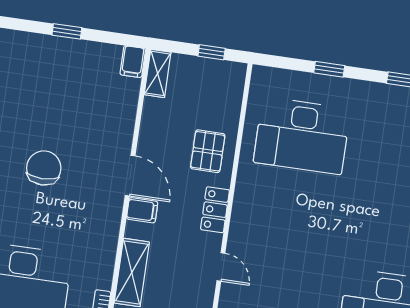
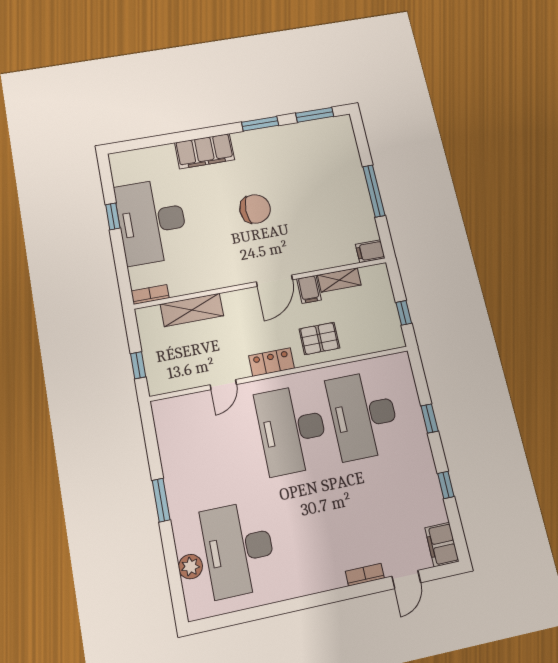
window: (67, 31) -> (374, 191), width x2.17
shelving: (158, 73) -> (339, 280), moved
filing cabinet: (142, 210) -> (309, 289), moved
desk: (291, 214) -> (292, 430), added

